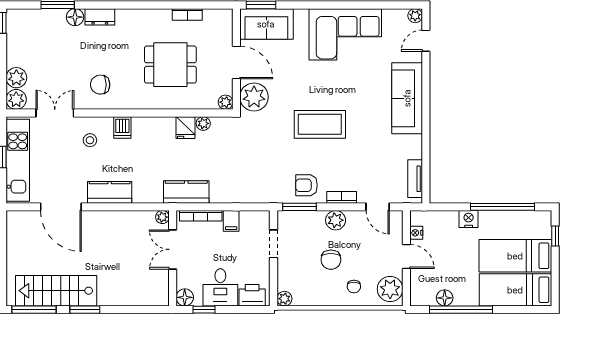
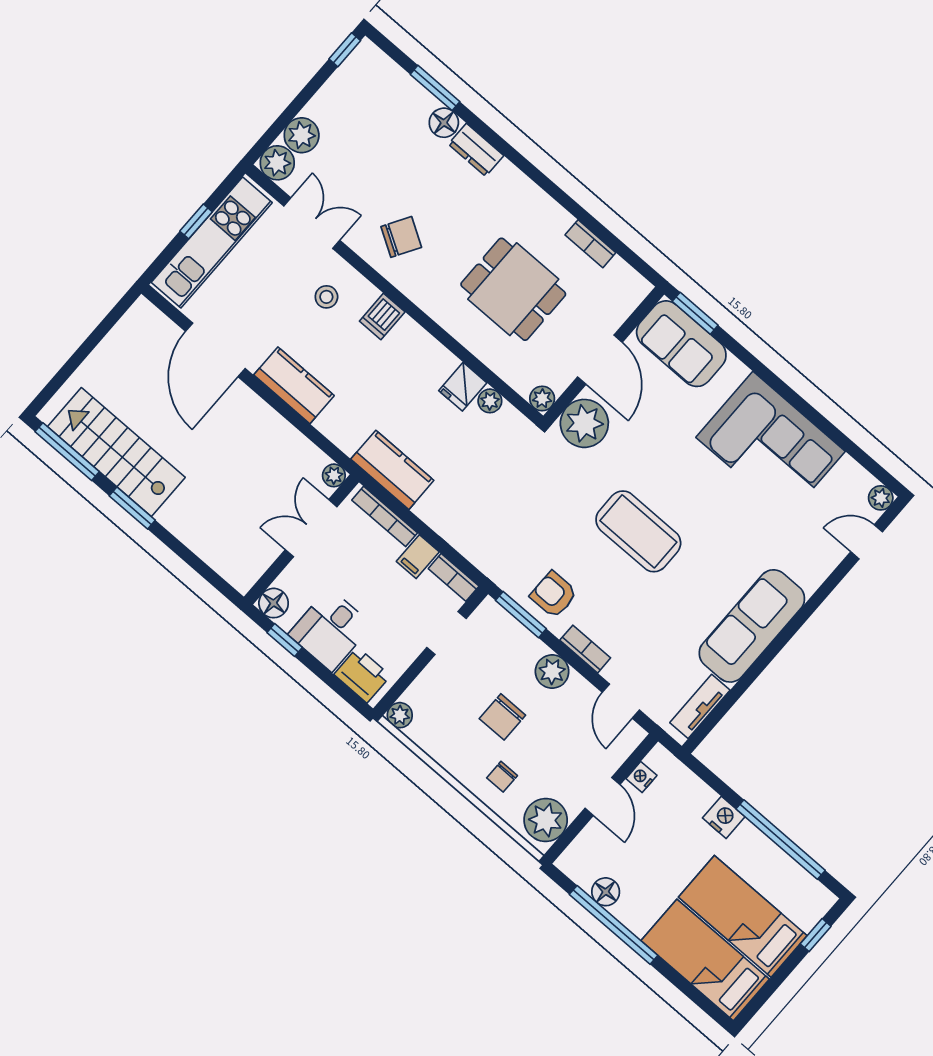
chair: (100, 85) -> (401, 237), turned 121
sofa: (407, 98) -> (752, 626), moved
bookcase: (255, 216) -> (454, 577), added

